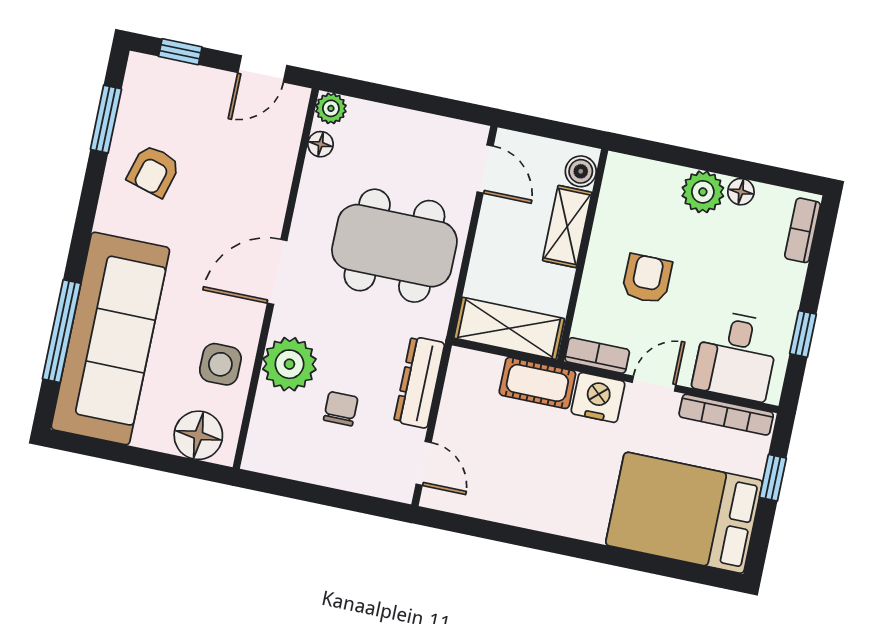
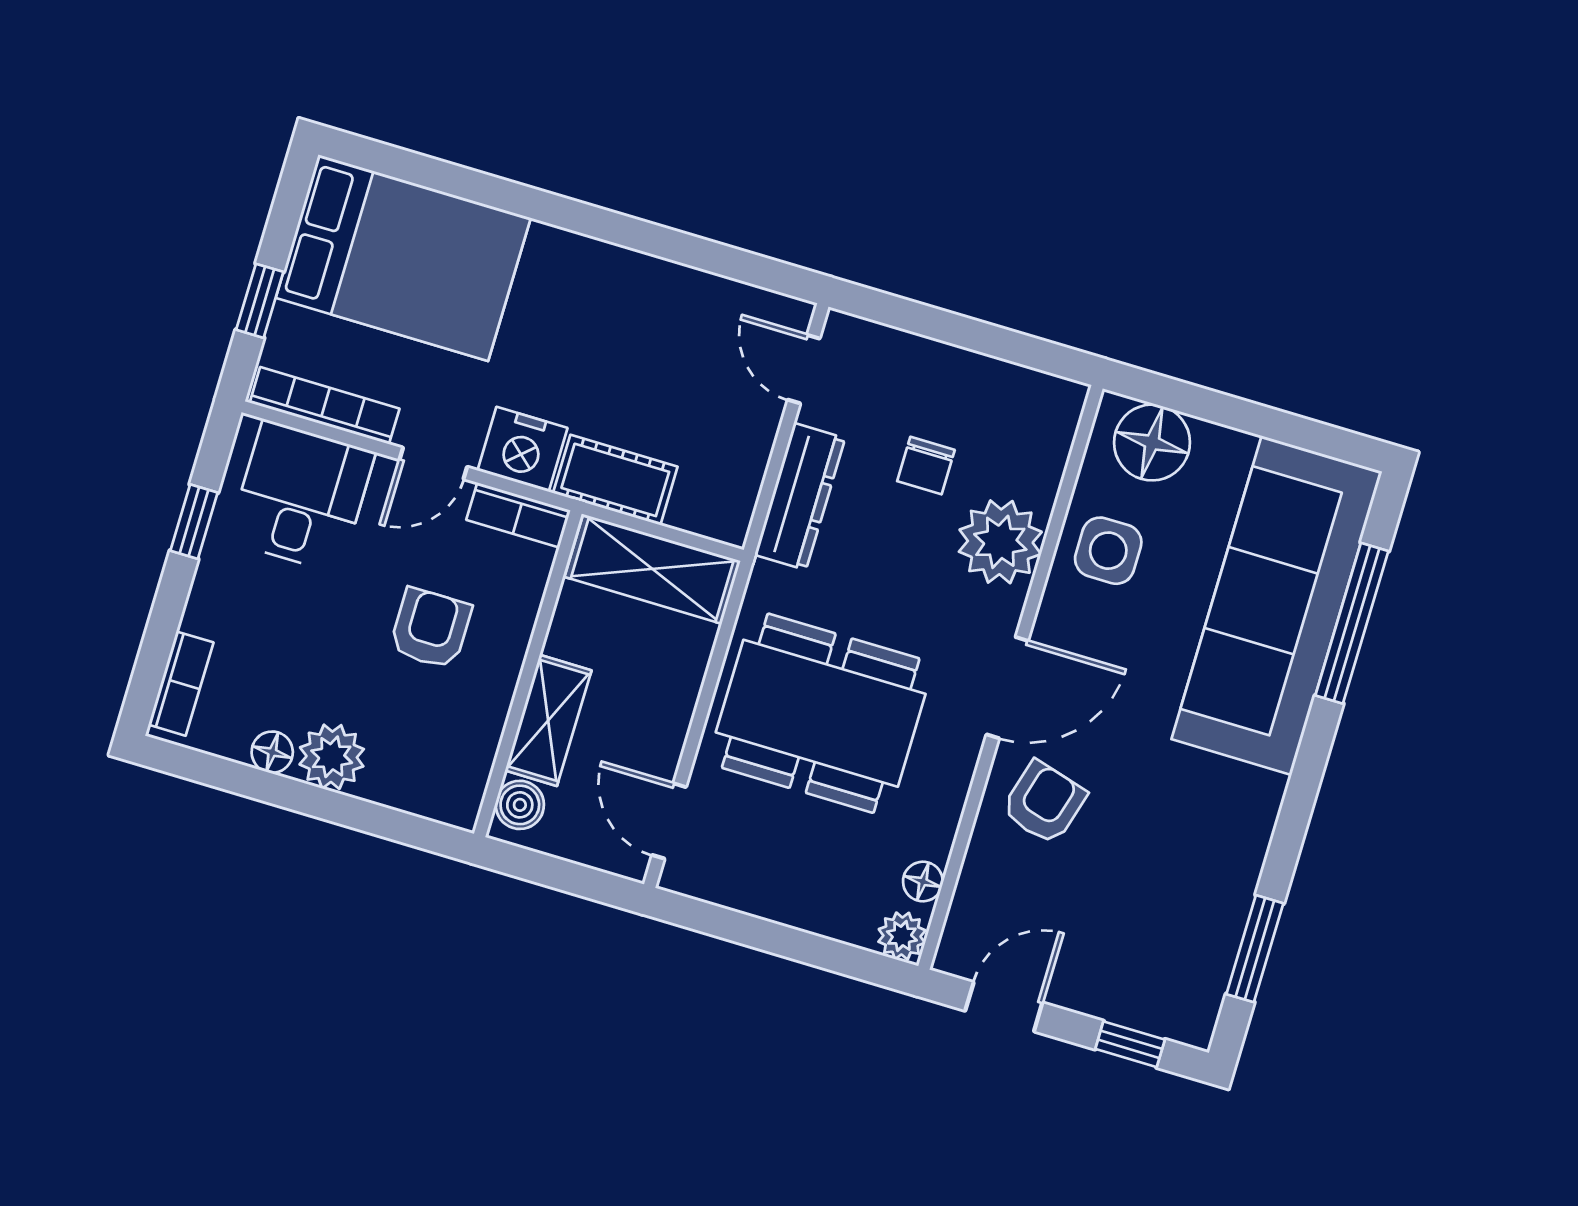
armchair: (154, 171) -> (1044, 803), moved
armchair: (647, 279) -> (430, 628), turned 180

